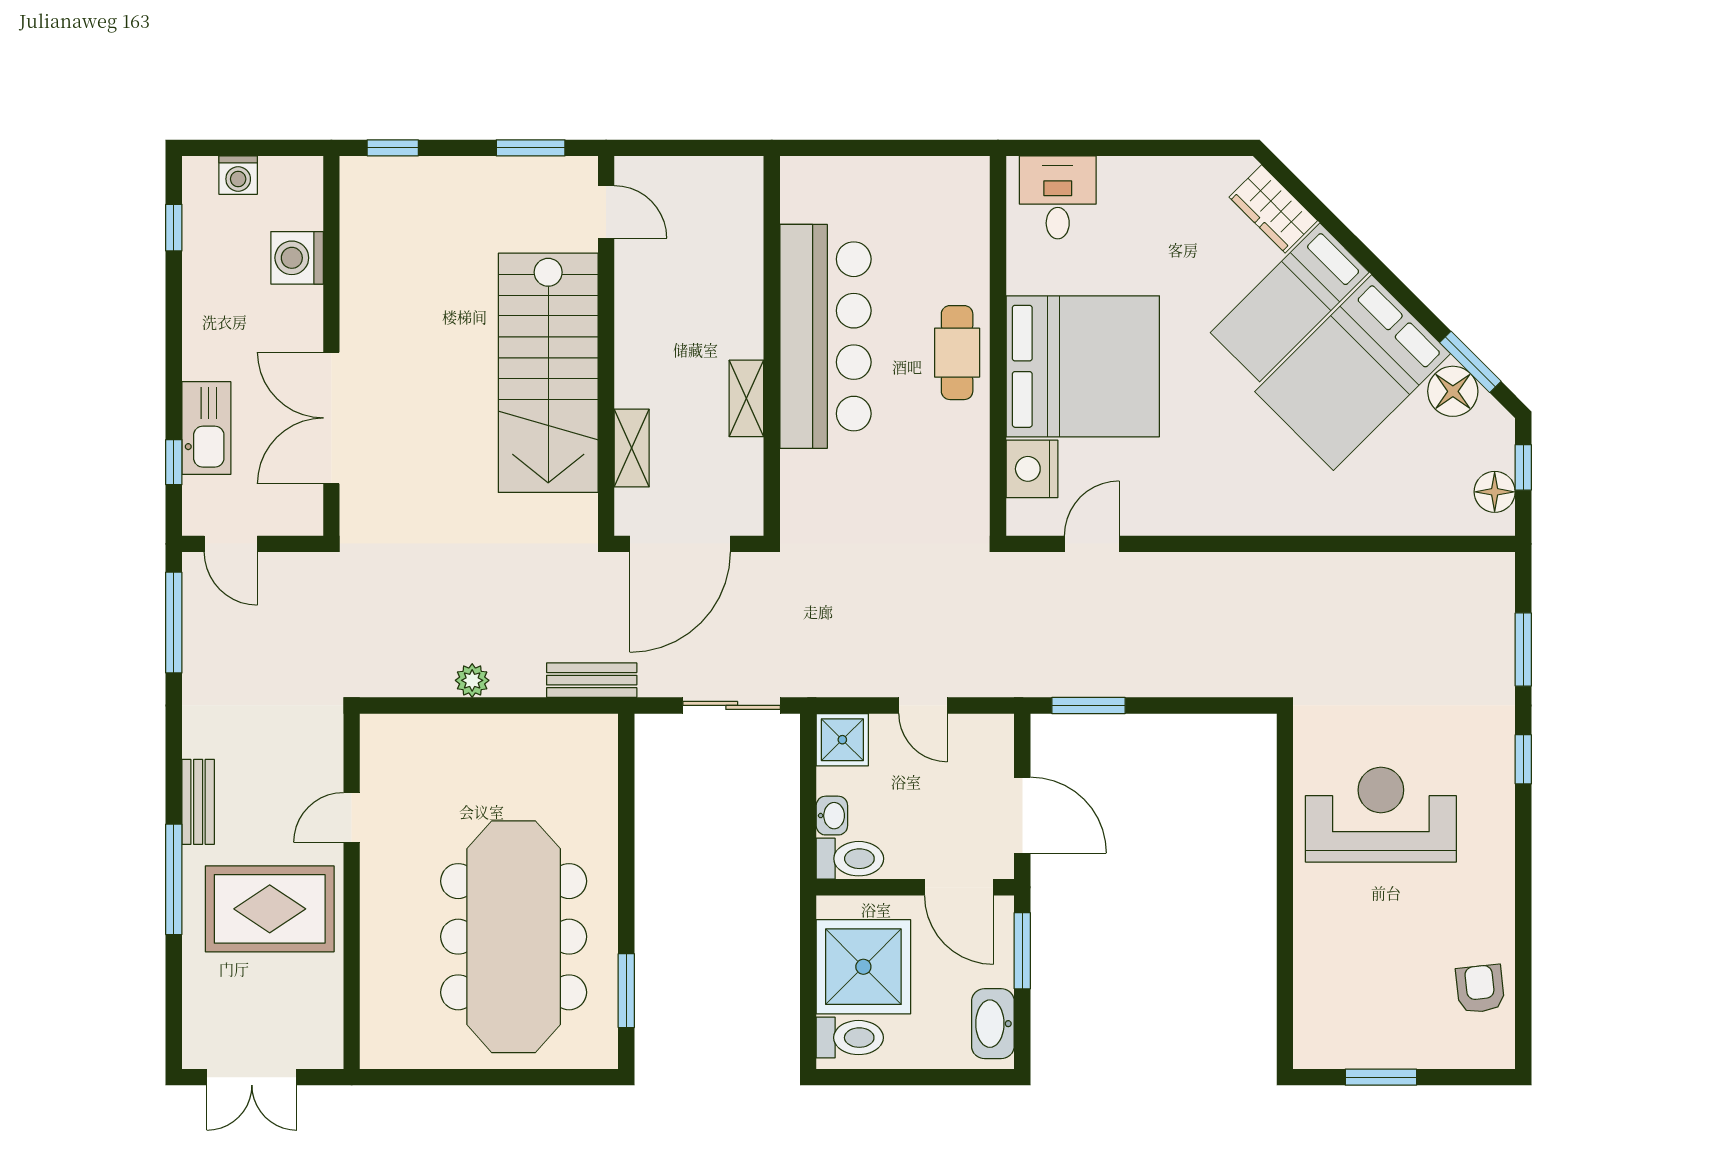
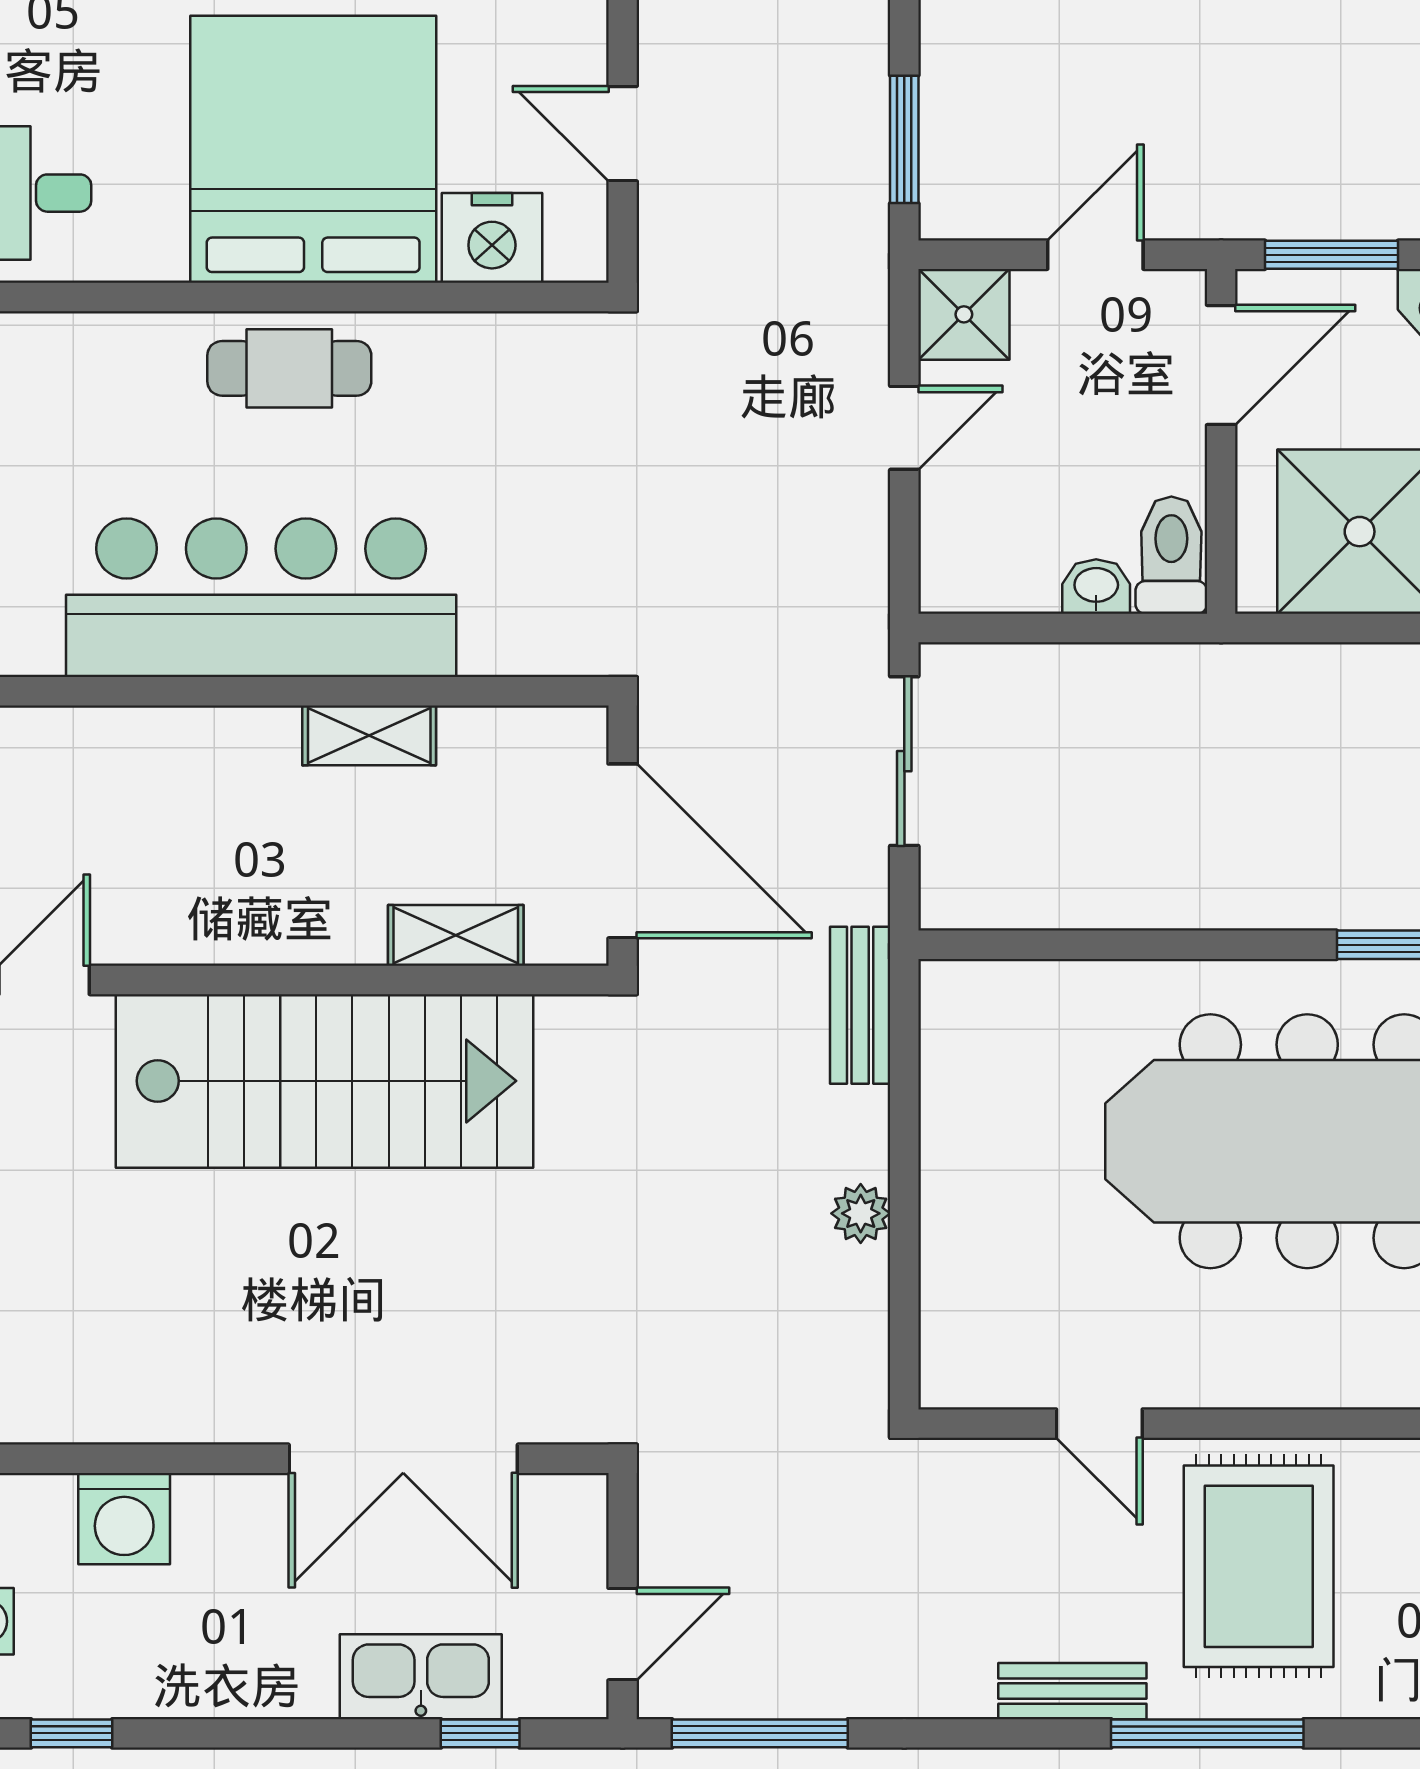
shower: (842, 740) -> (964, 314), moved
door: (1022, 815) -> (1095, 255), width x0.73

